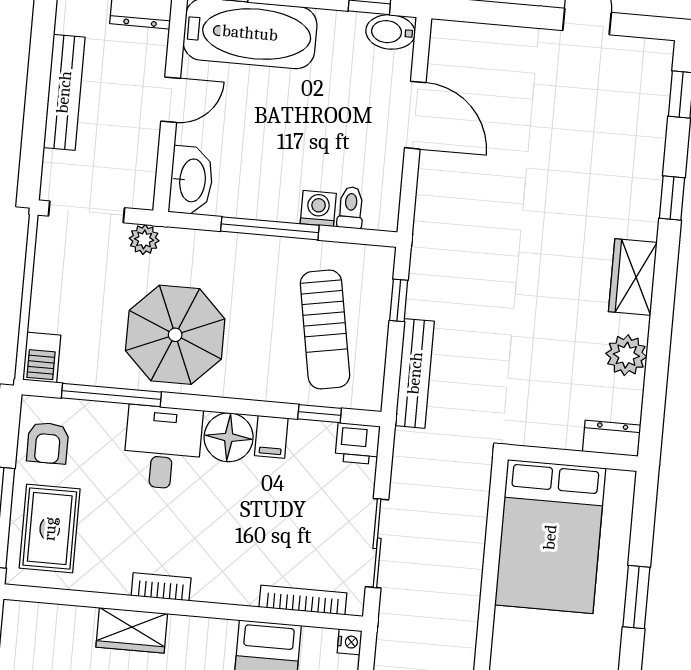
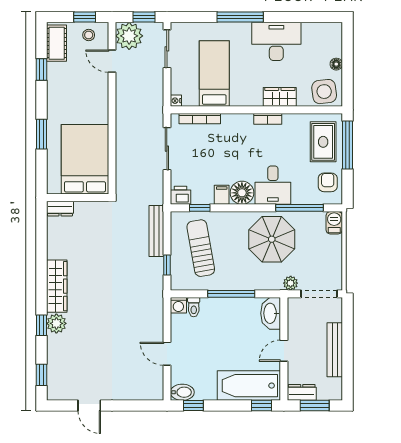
door: (415, 115) -> (167, 354), width x0.73
washing machine: (318, 209) -> (178, 305), moved
wardrobe: (633, 277) -> (57, 286), width x1.50
plant: (626, 355) -> (56, 323), moved
side table: (38, 633) -> (324, 92), added

